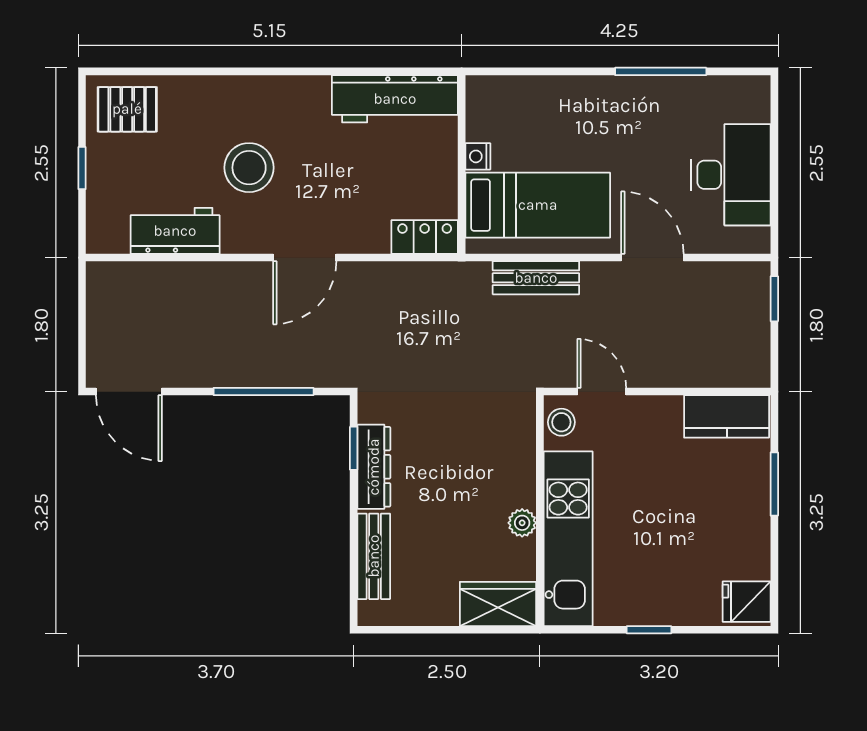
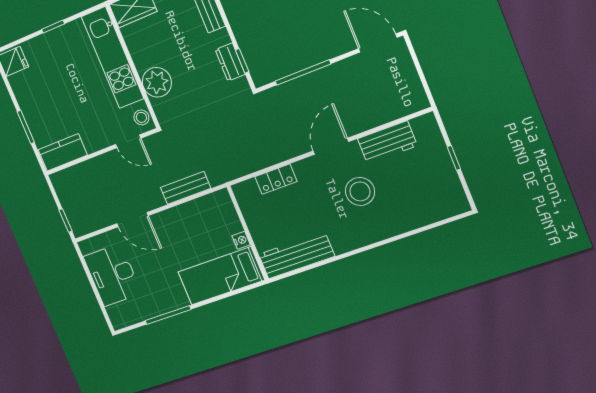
pallet: (127, 109) -> (441, 199), removed
bed: (538, 205) -> (221, 276), moved
locker: (425, 237) -> (276, 179), moved
door: (305, 258) -> (331, 146), moved
dresser: (374, 467) -> (230, 62), width x0.70
plant: (522, 523) -> (157, 82), moved, width x1.87, depth x1.87

